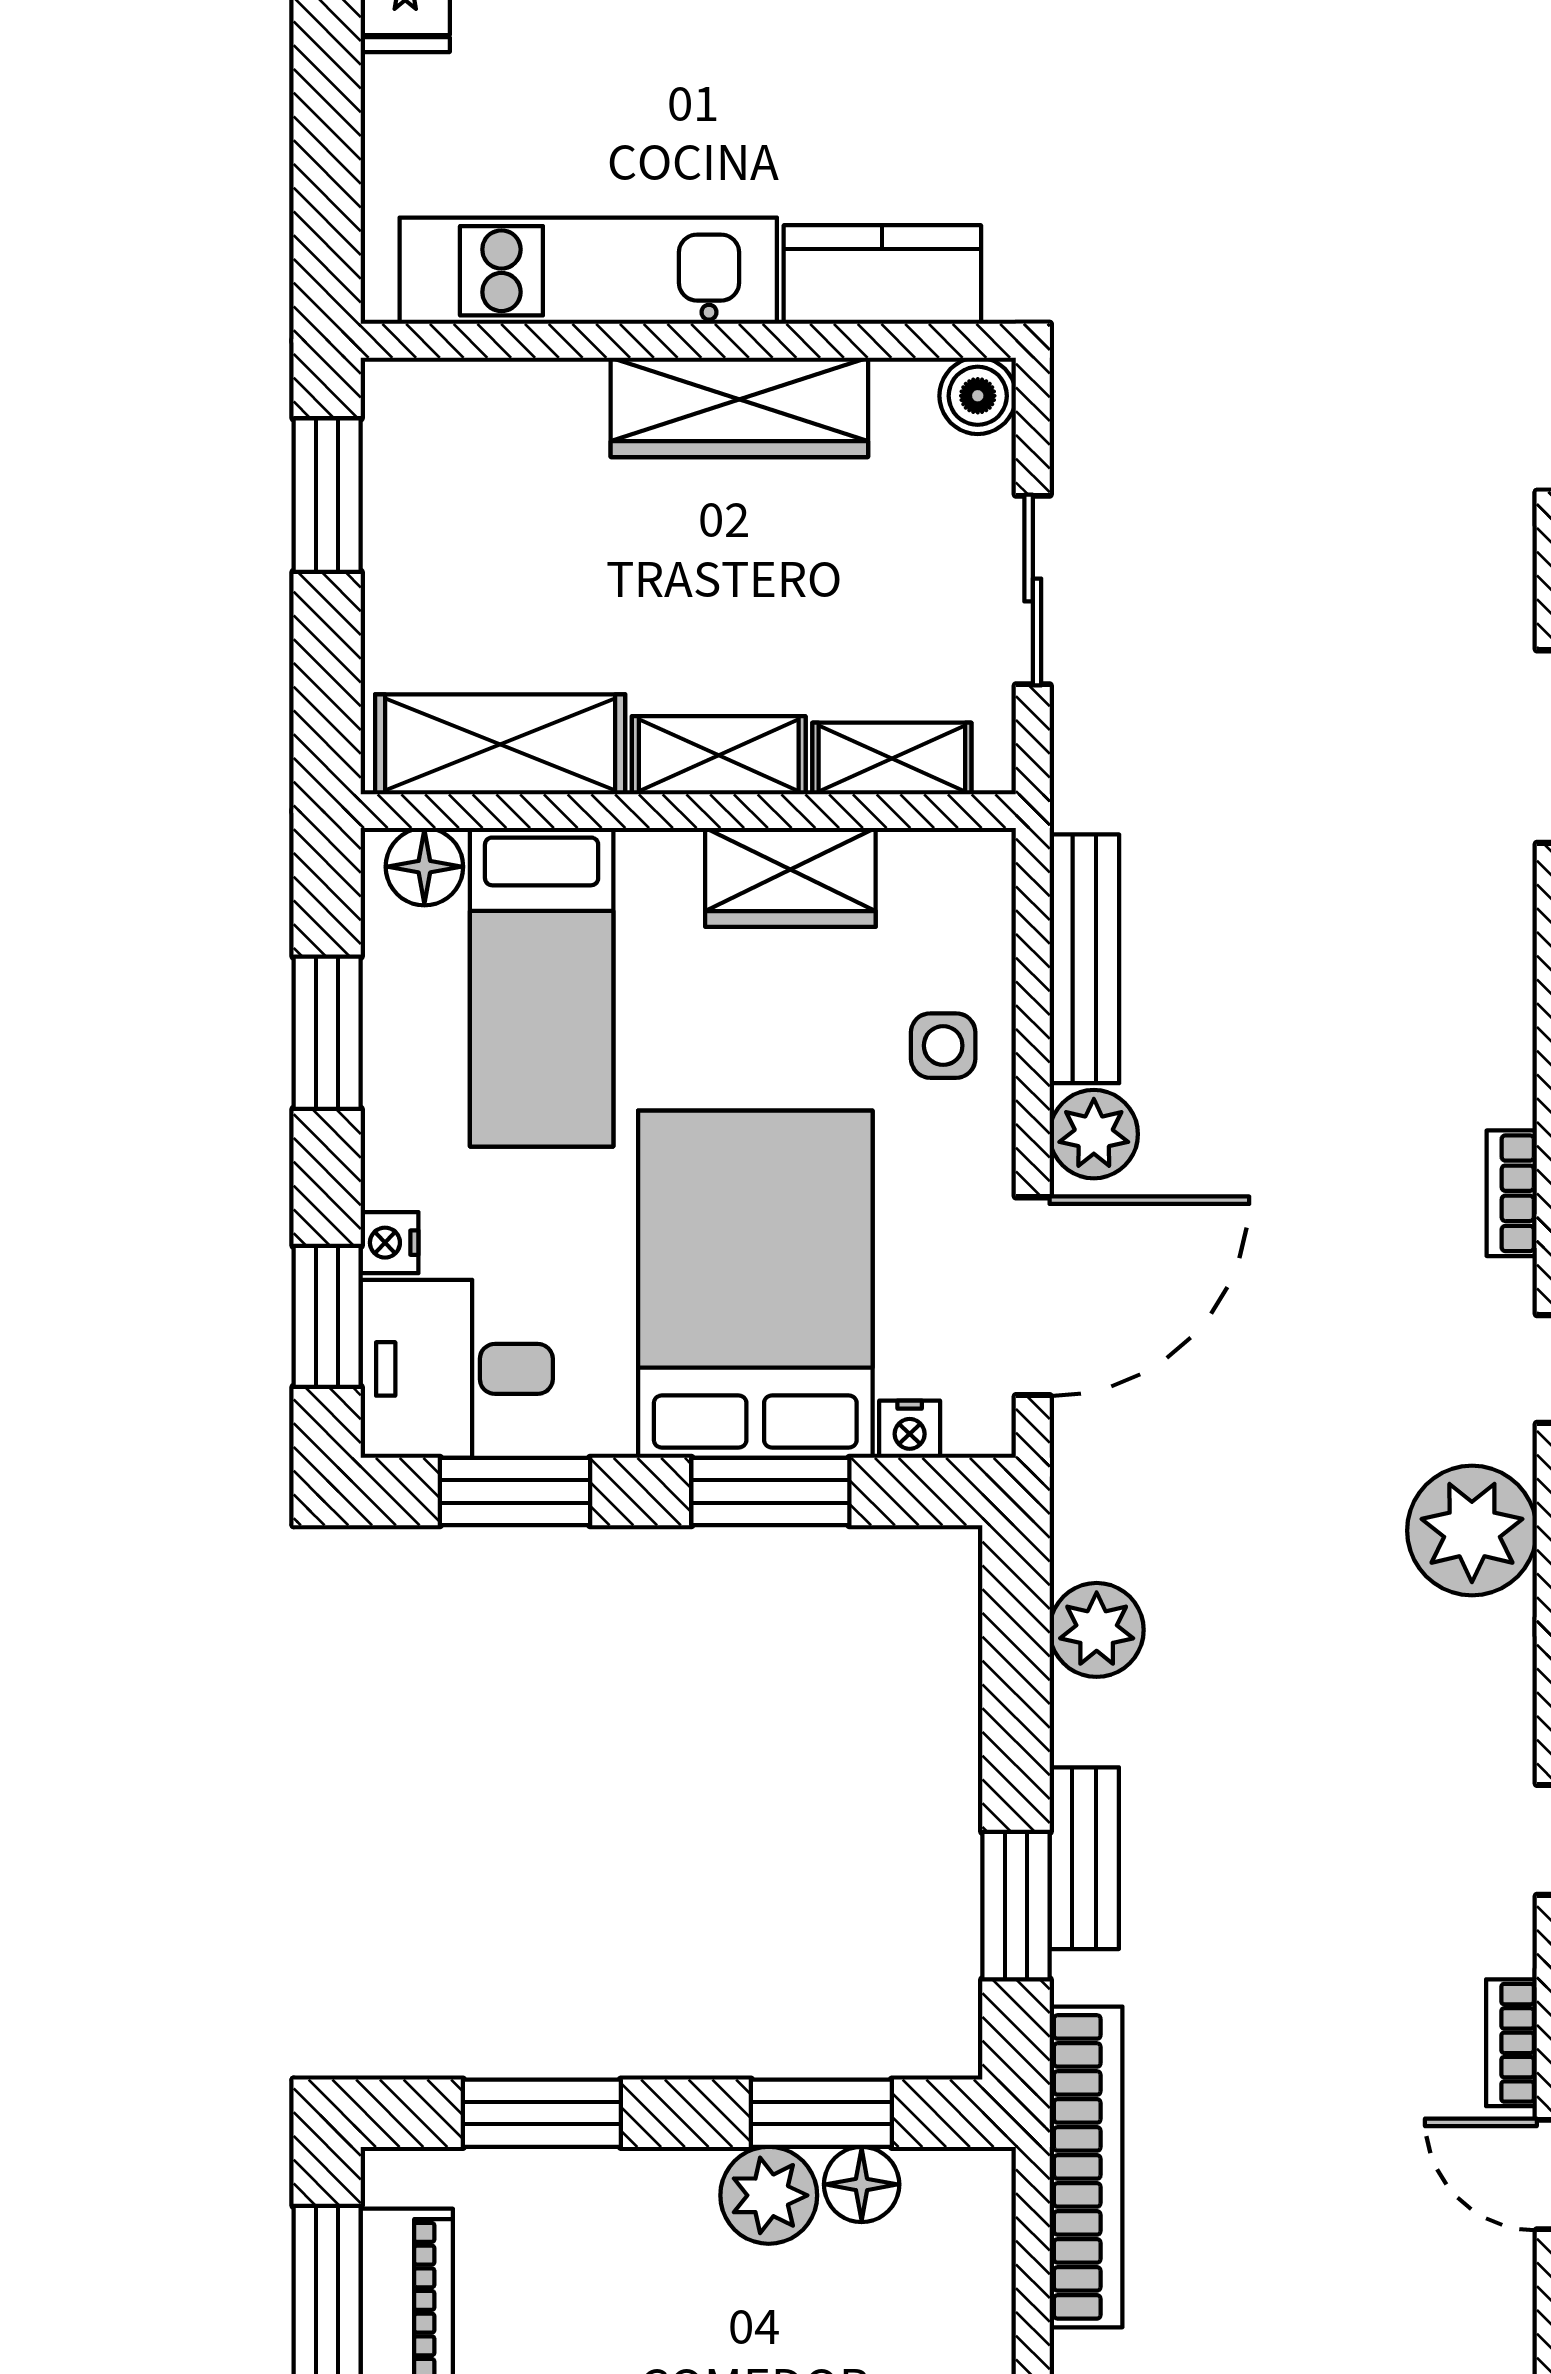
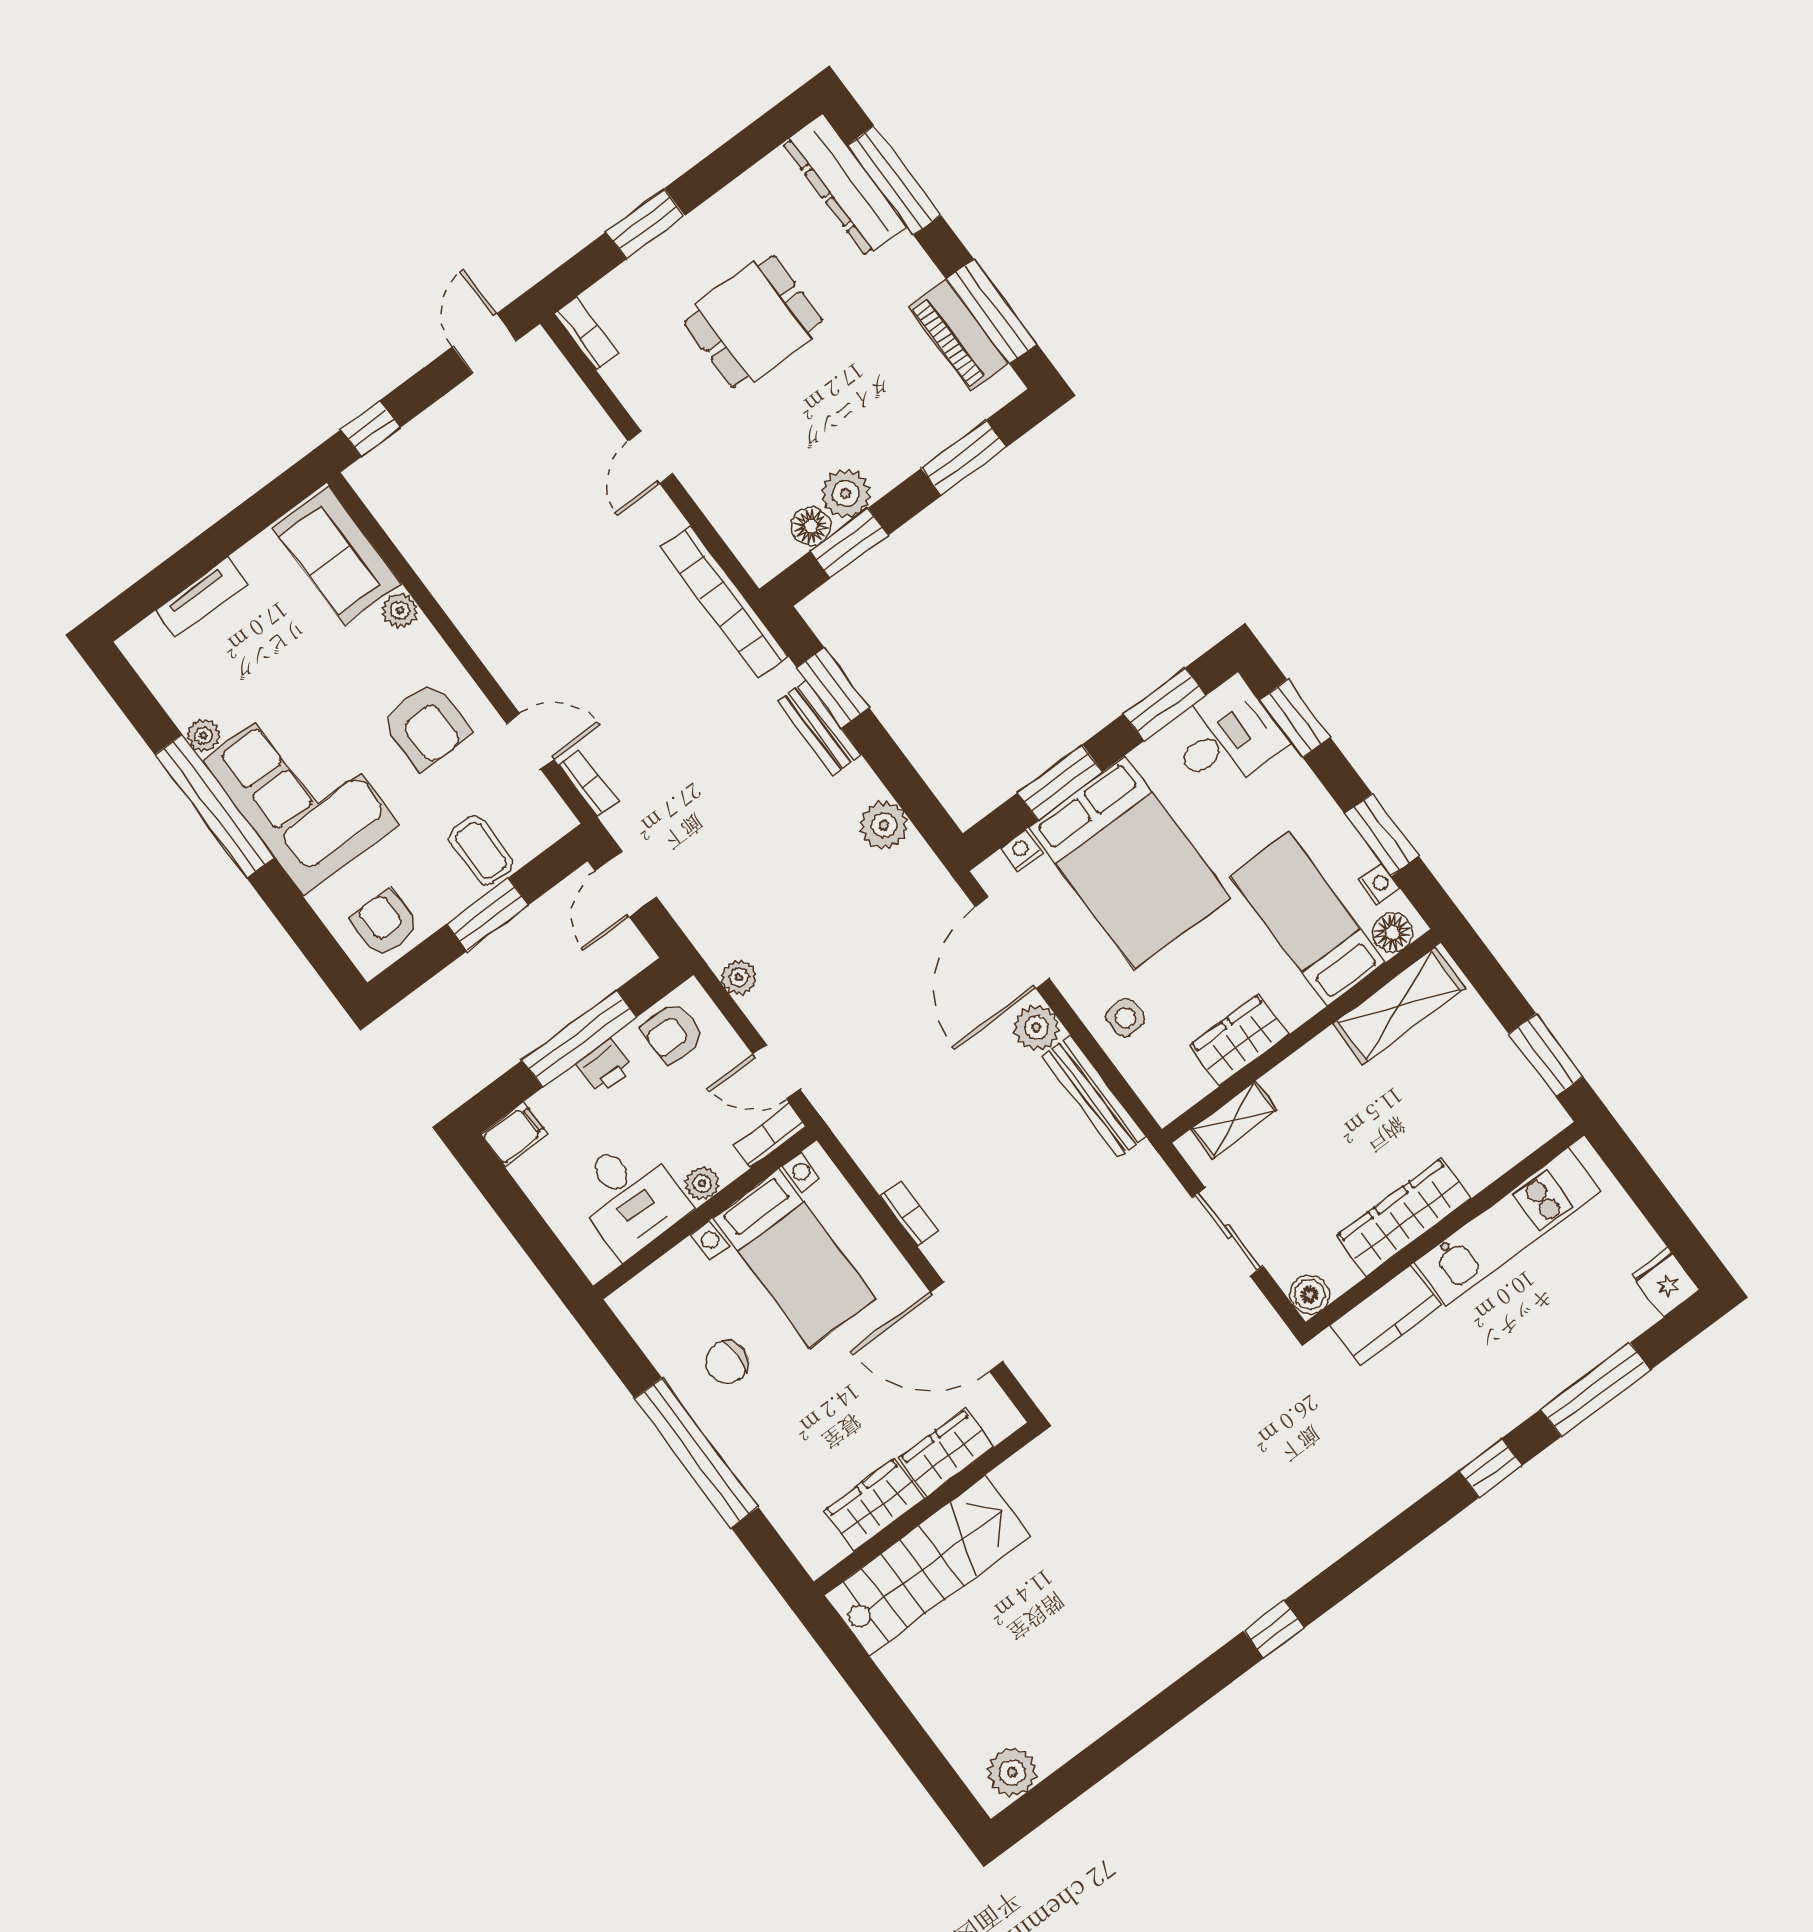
shelving: (719, 755) -> (1306, 1068), removed
bookcase: (1512, 1193) -> (909, 1213), moved
nightstand: (390, 1243) -> (1379, 884), moved
plant: (1472, 1531) -> (739, 977), width x0.53, depth x0.53

